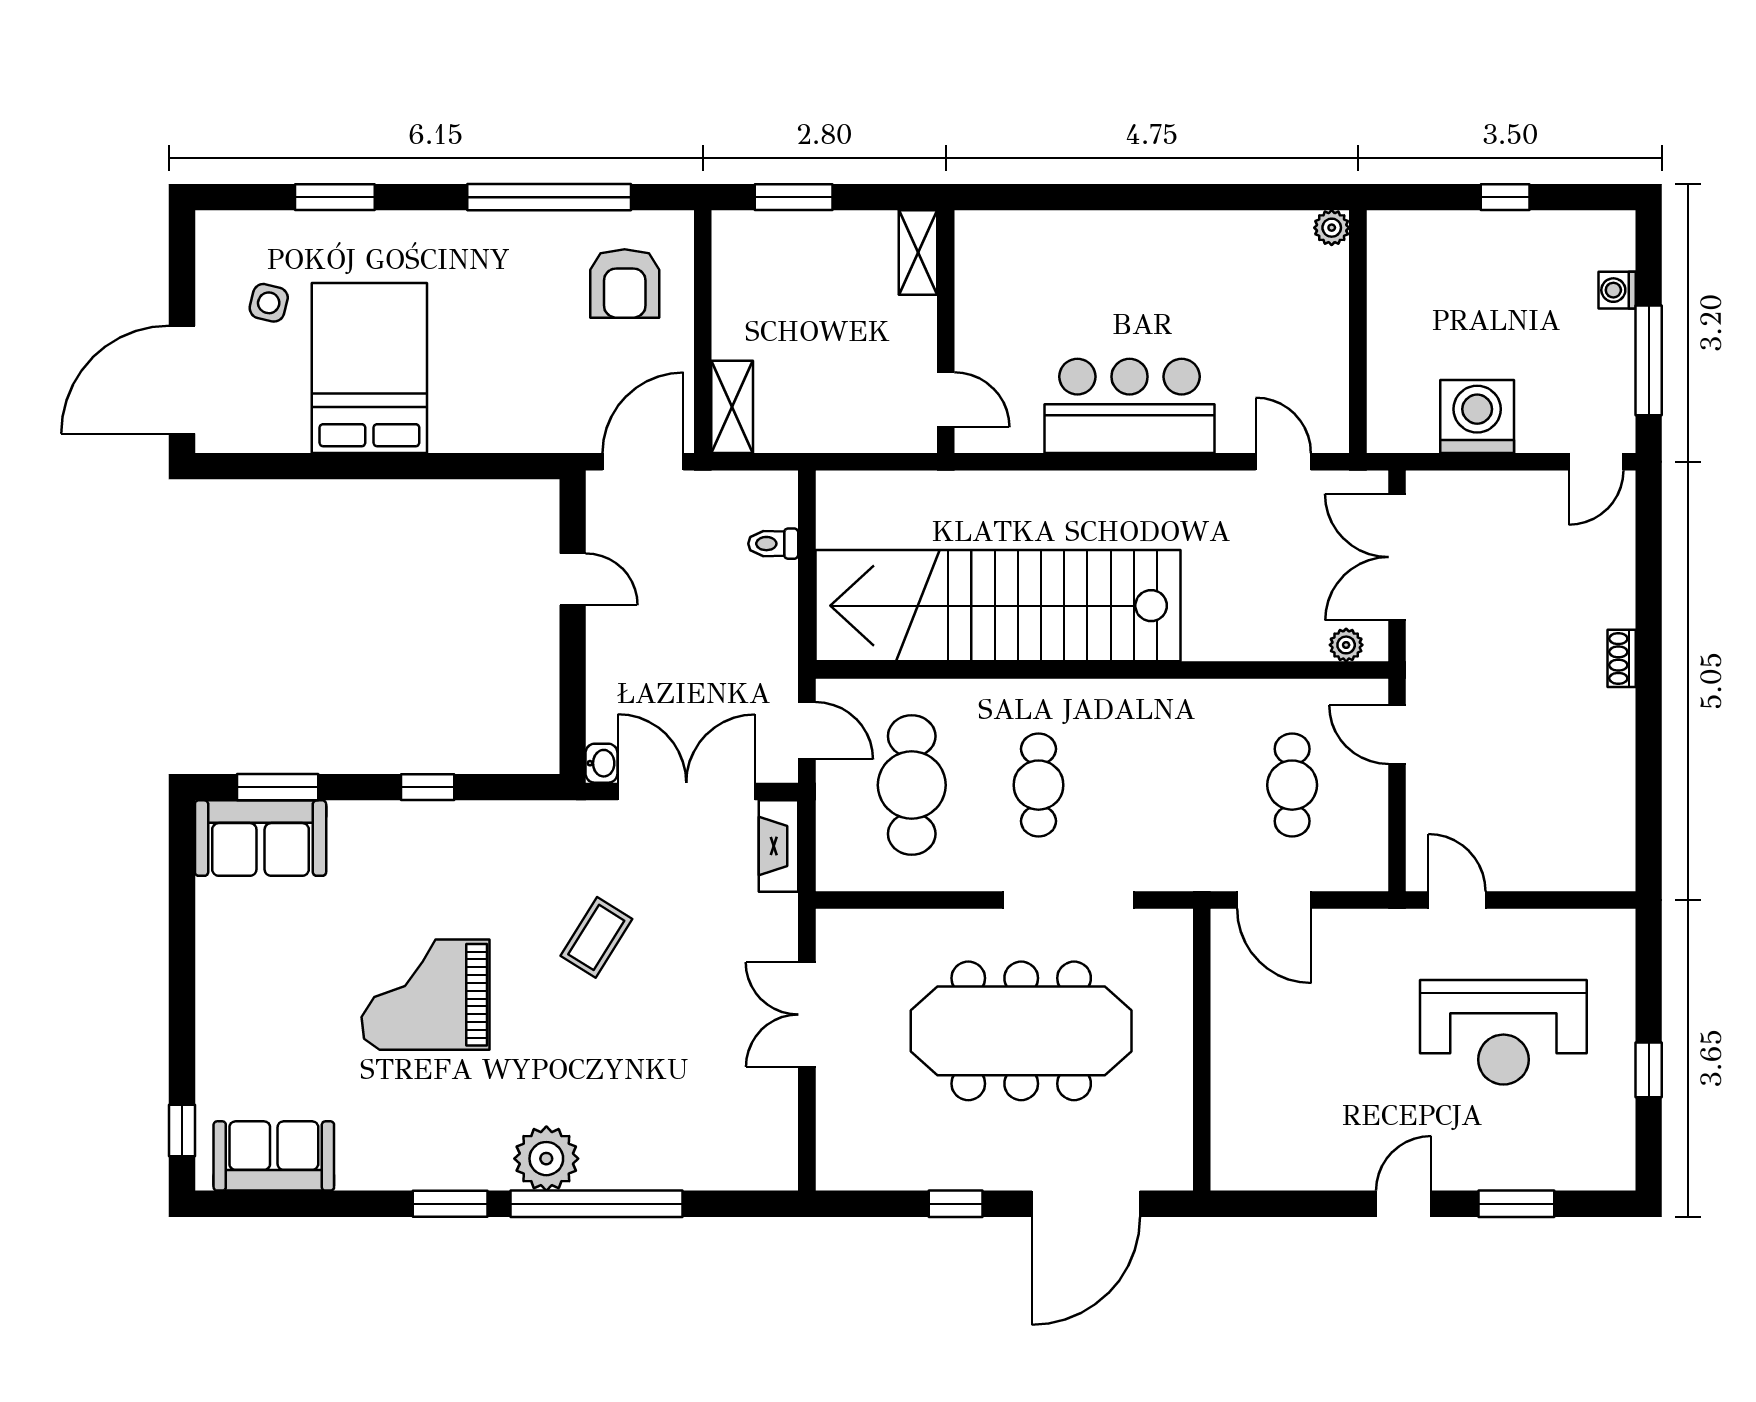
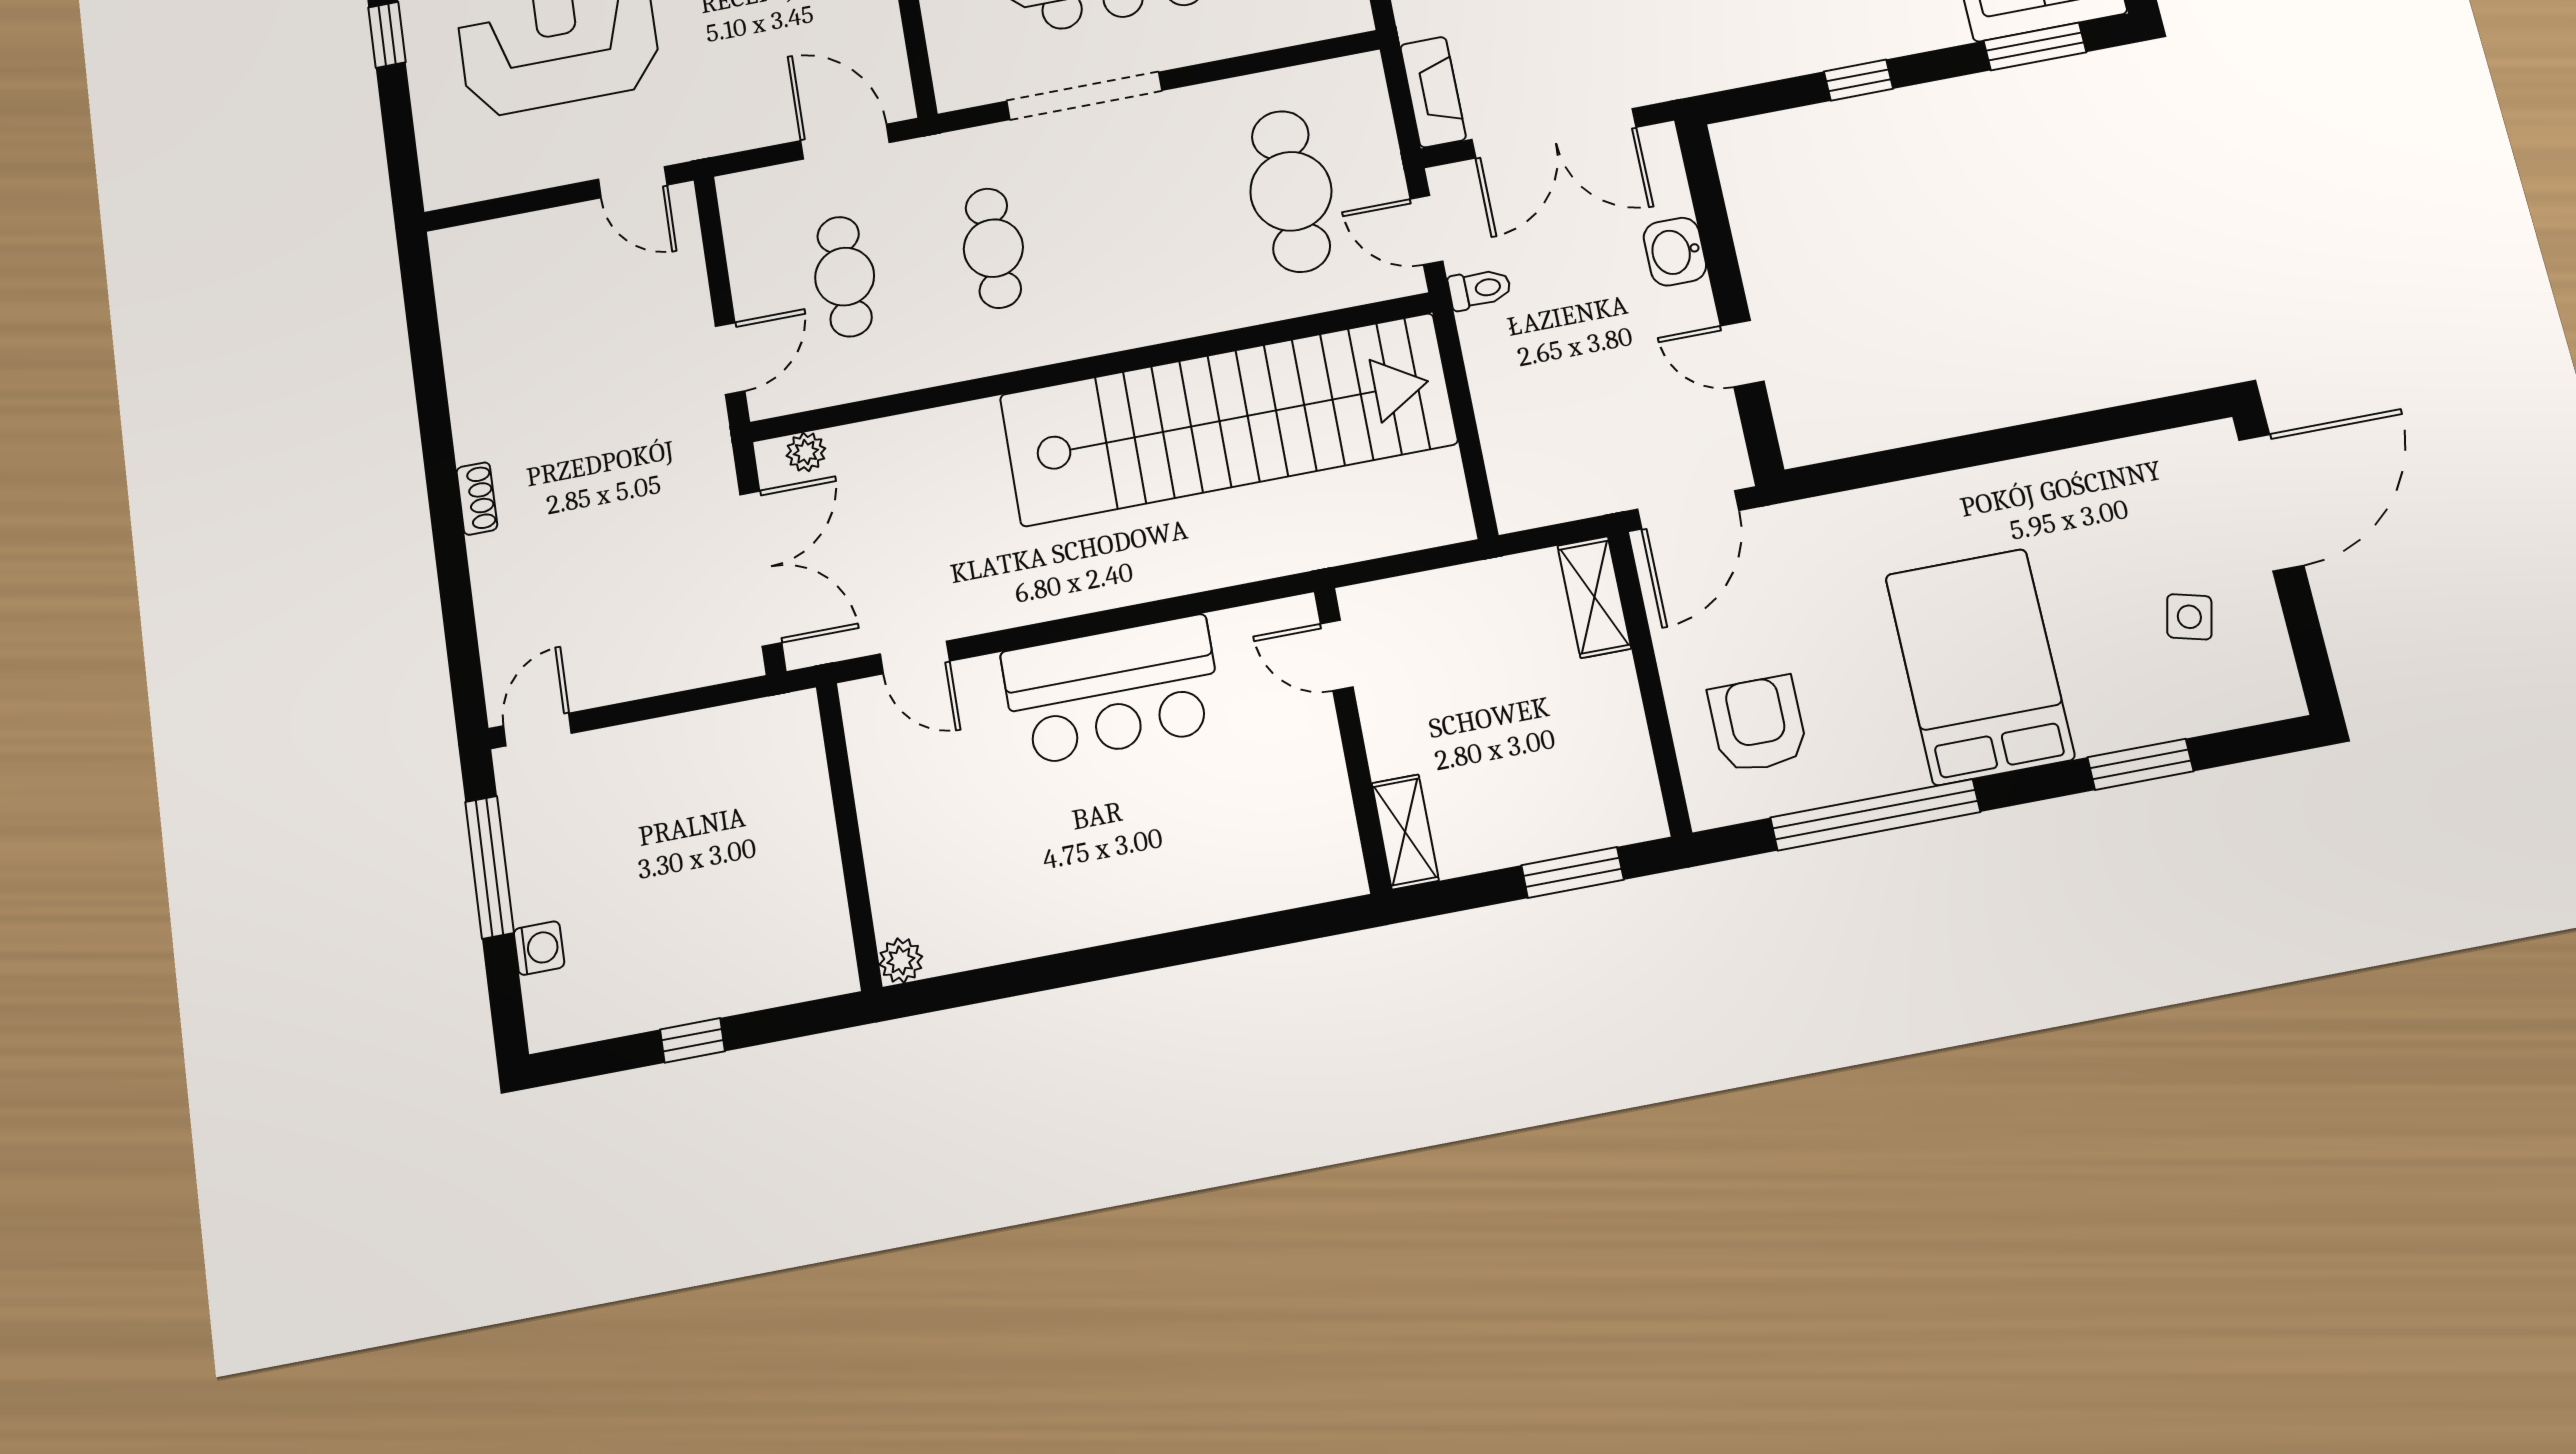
bed: (369, 368) -> (1980, 667), moved, turned 180
washing machine: (1477, 416) -> (689, 758), removed
toilet: (773, 544) -> (1480, 289), moved
door: (1397, 735) -> (730, 358), hinge flipped
washbasin: (601, 763) -> (1675, 252), moved, width x1.38, depth x1.45
cafe table: (1039, 785) -> (993, 248), moved

